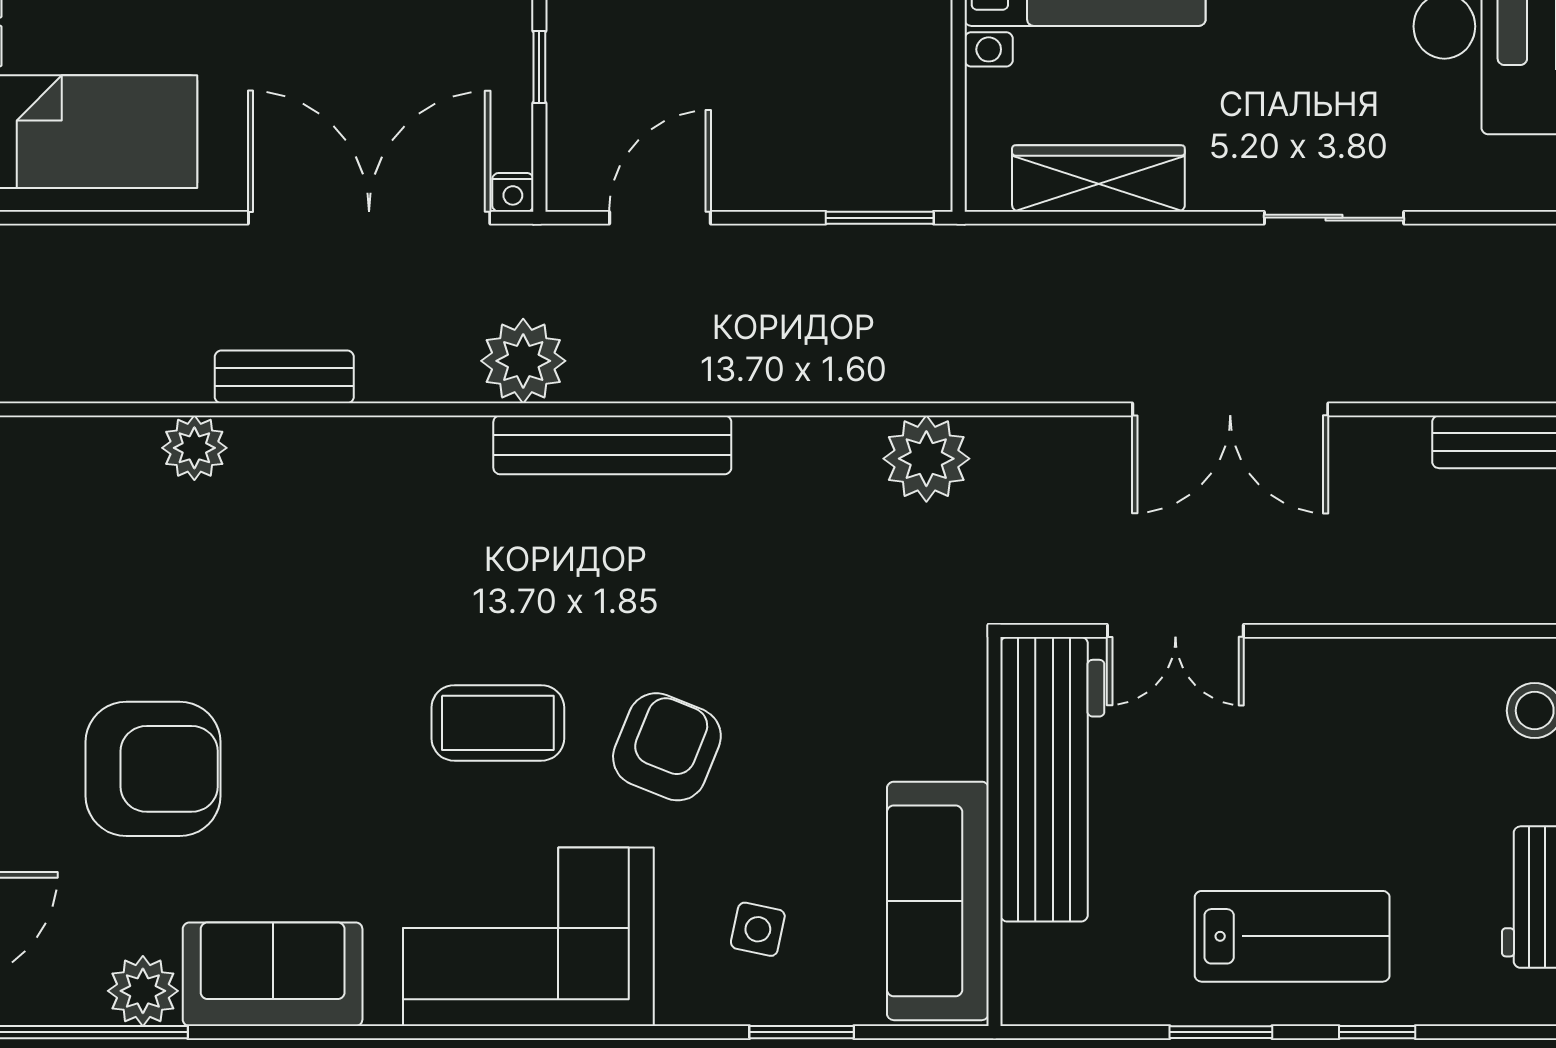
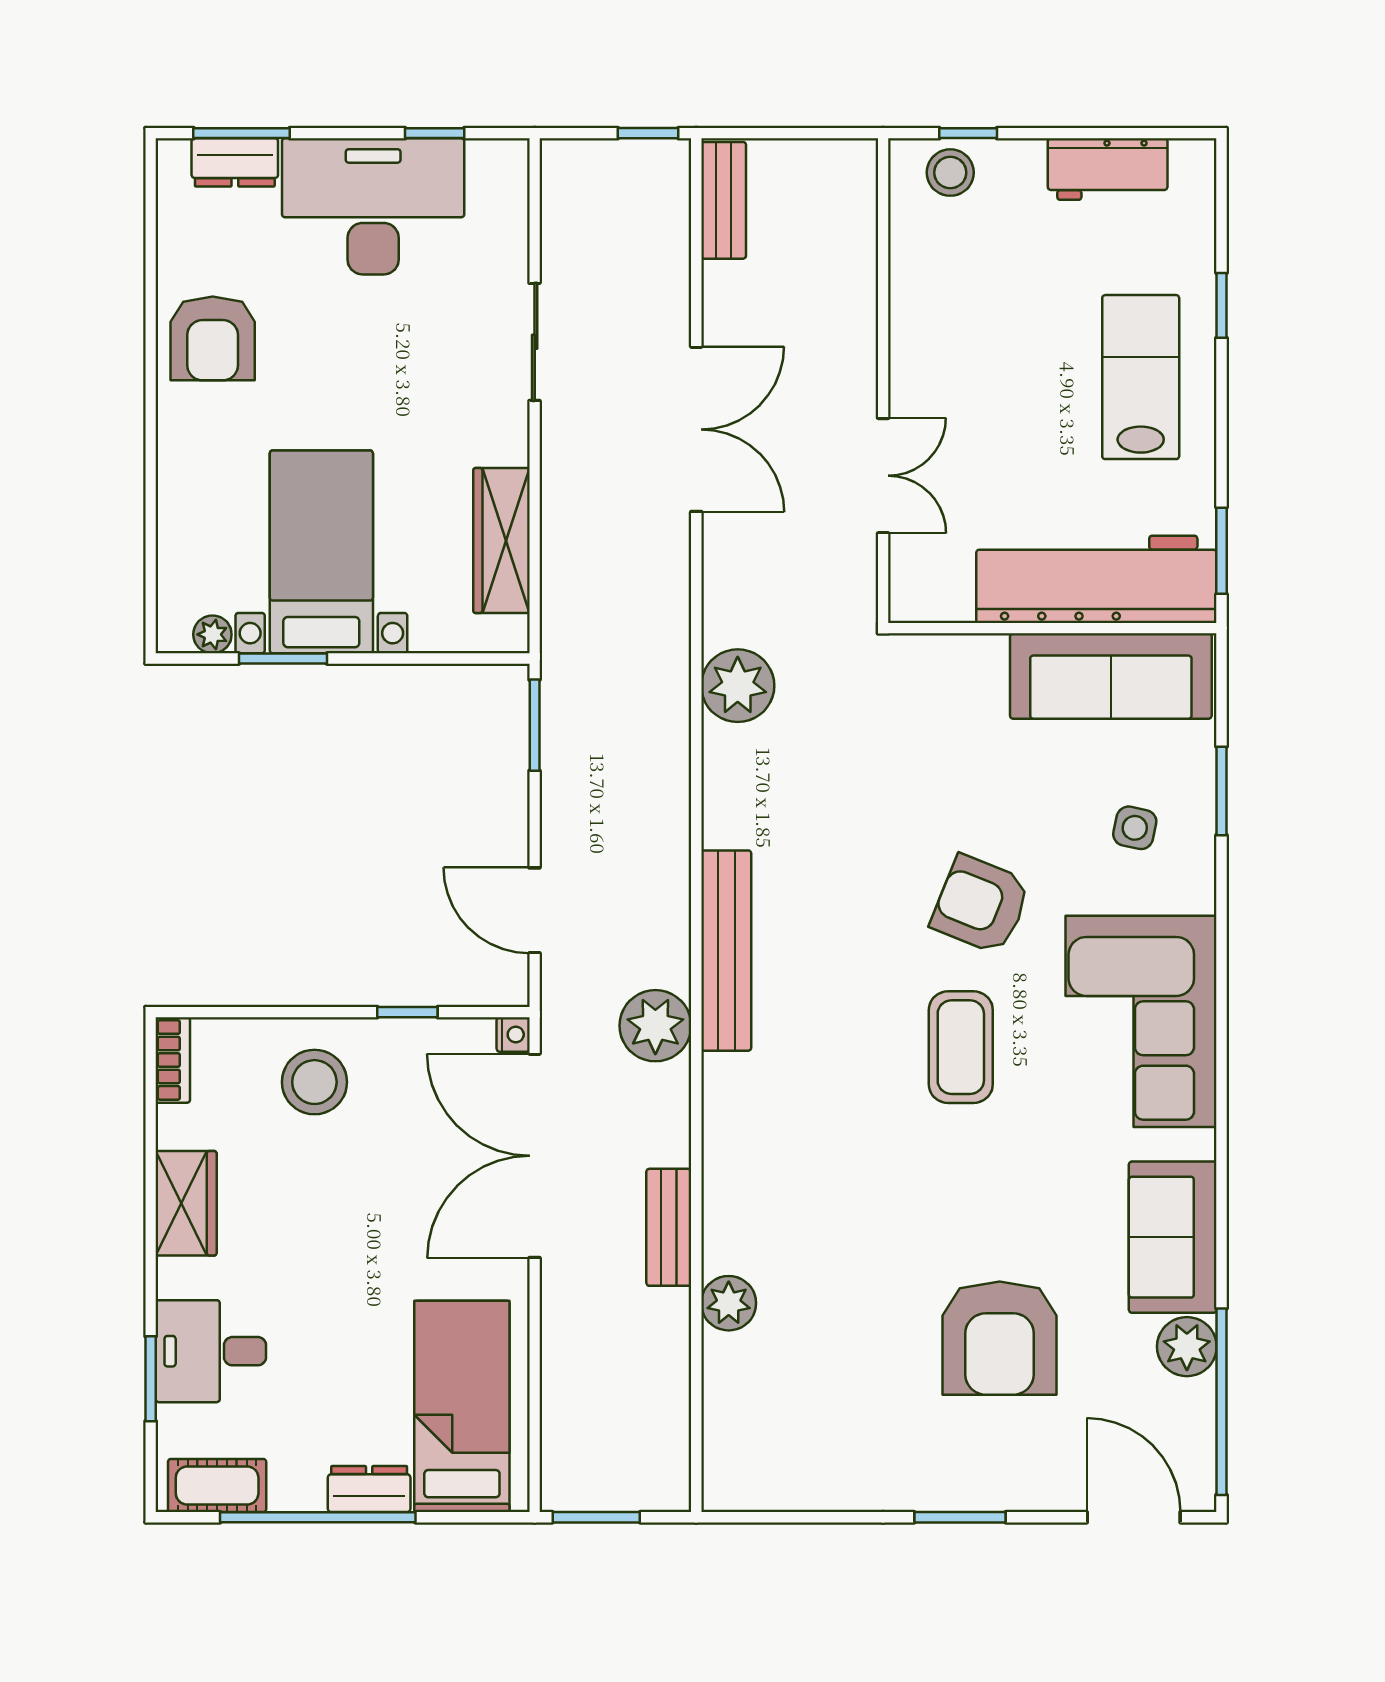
armchair: (153, 769) -> (1000, 1338), turned 180
workbench: (1052, 779) -> (1096, 579), moved
window: (1221, 1032) -> (1222, 551), moved

